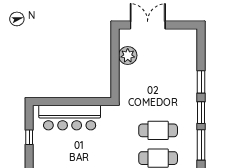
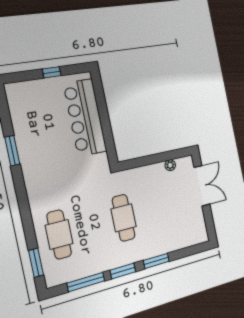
plant: (128, 55) -> (170, 165), width x0.53, depth x0.53
cafe table: (158, 130) -> (124, 218), moved

